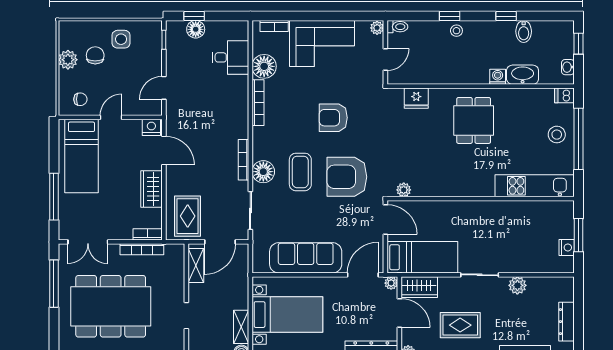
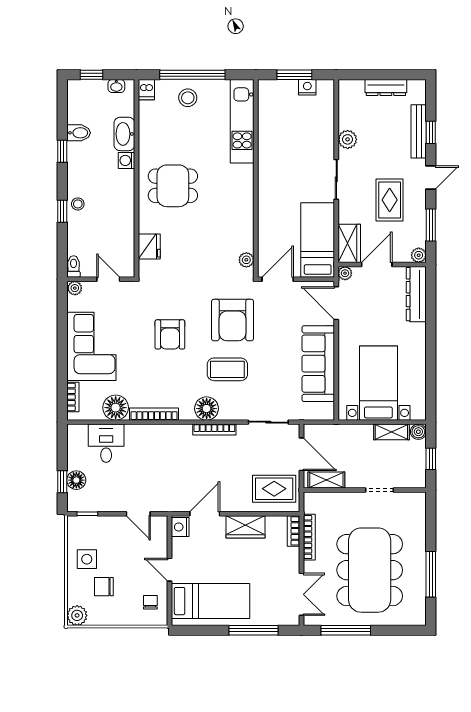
plant: (68, 60) -> (77, 615), moved
floor lamp: (263, 172) -> (207, 409), moved

